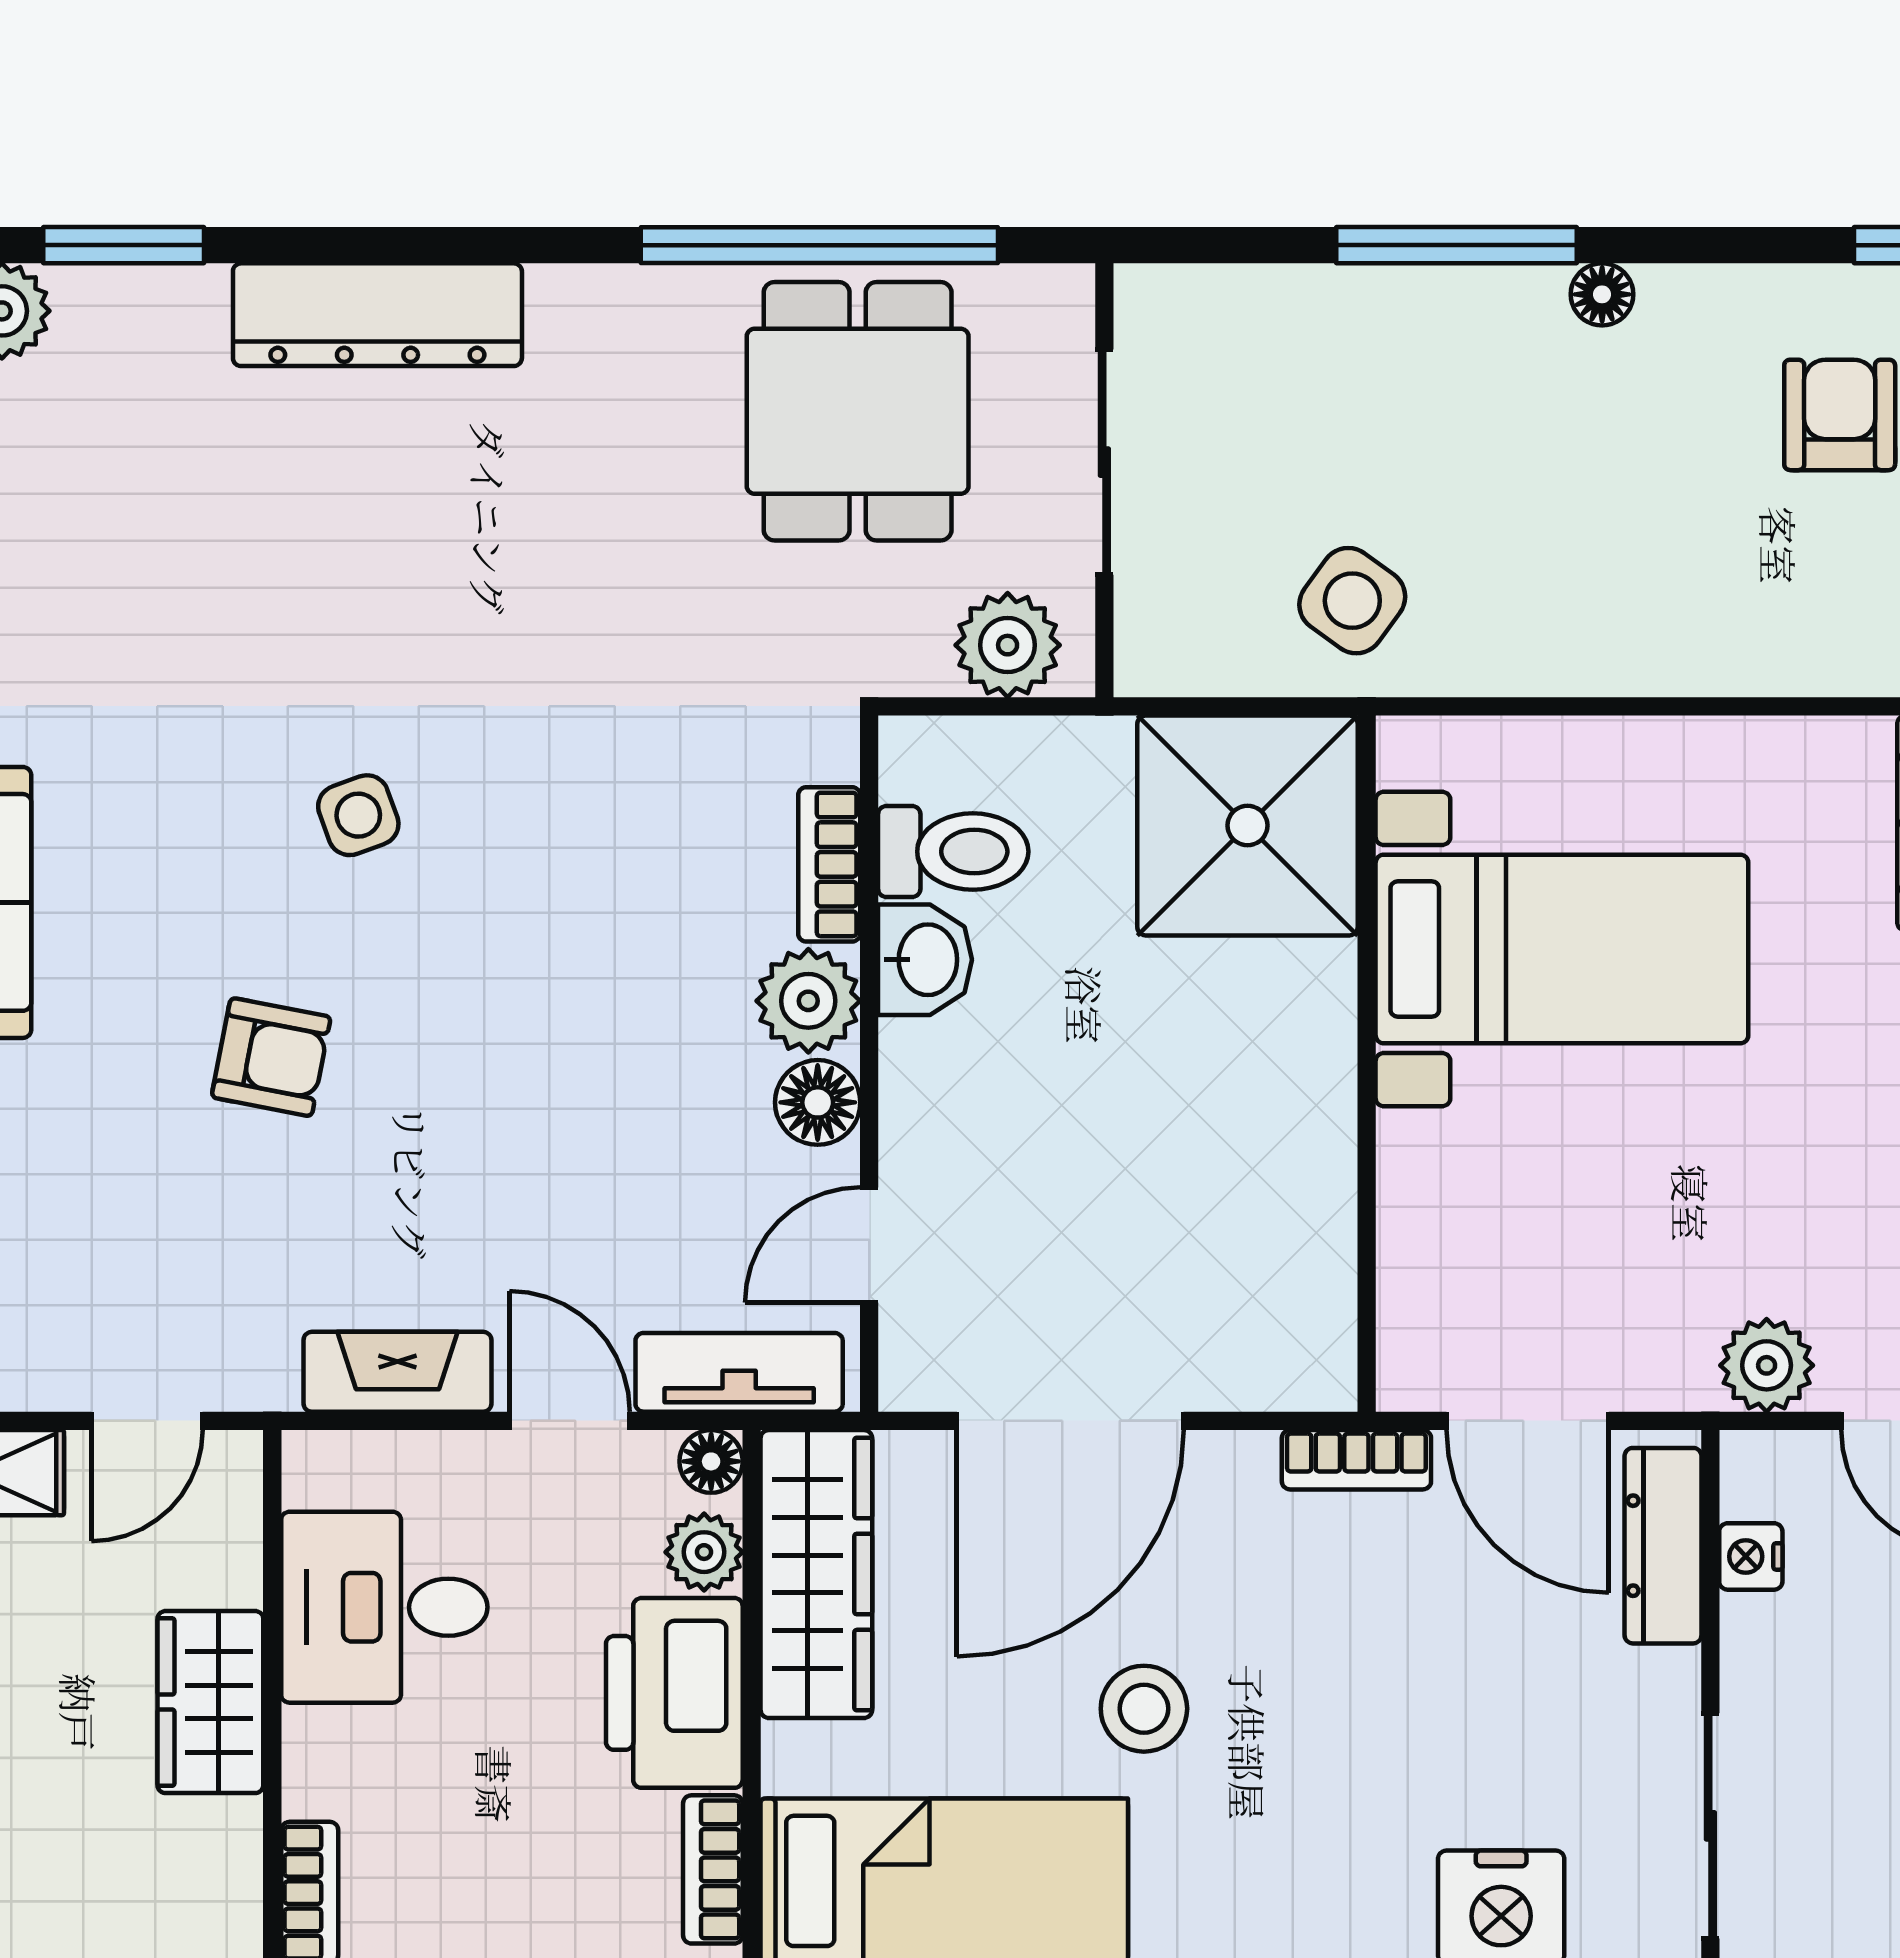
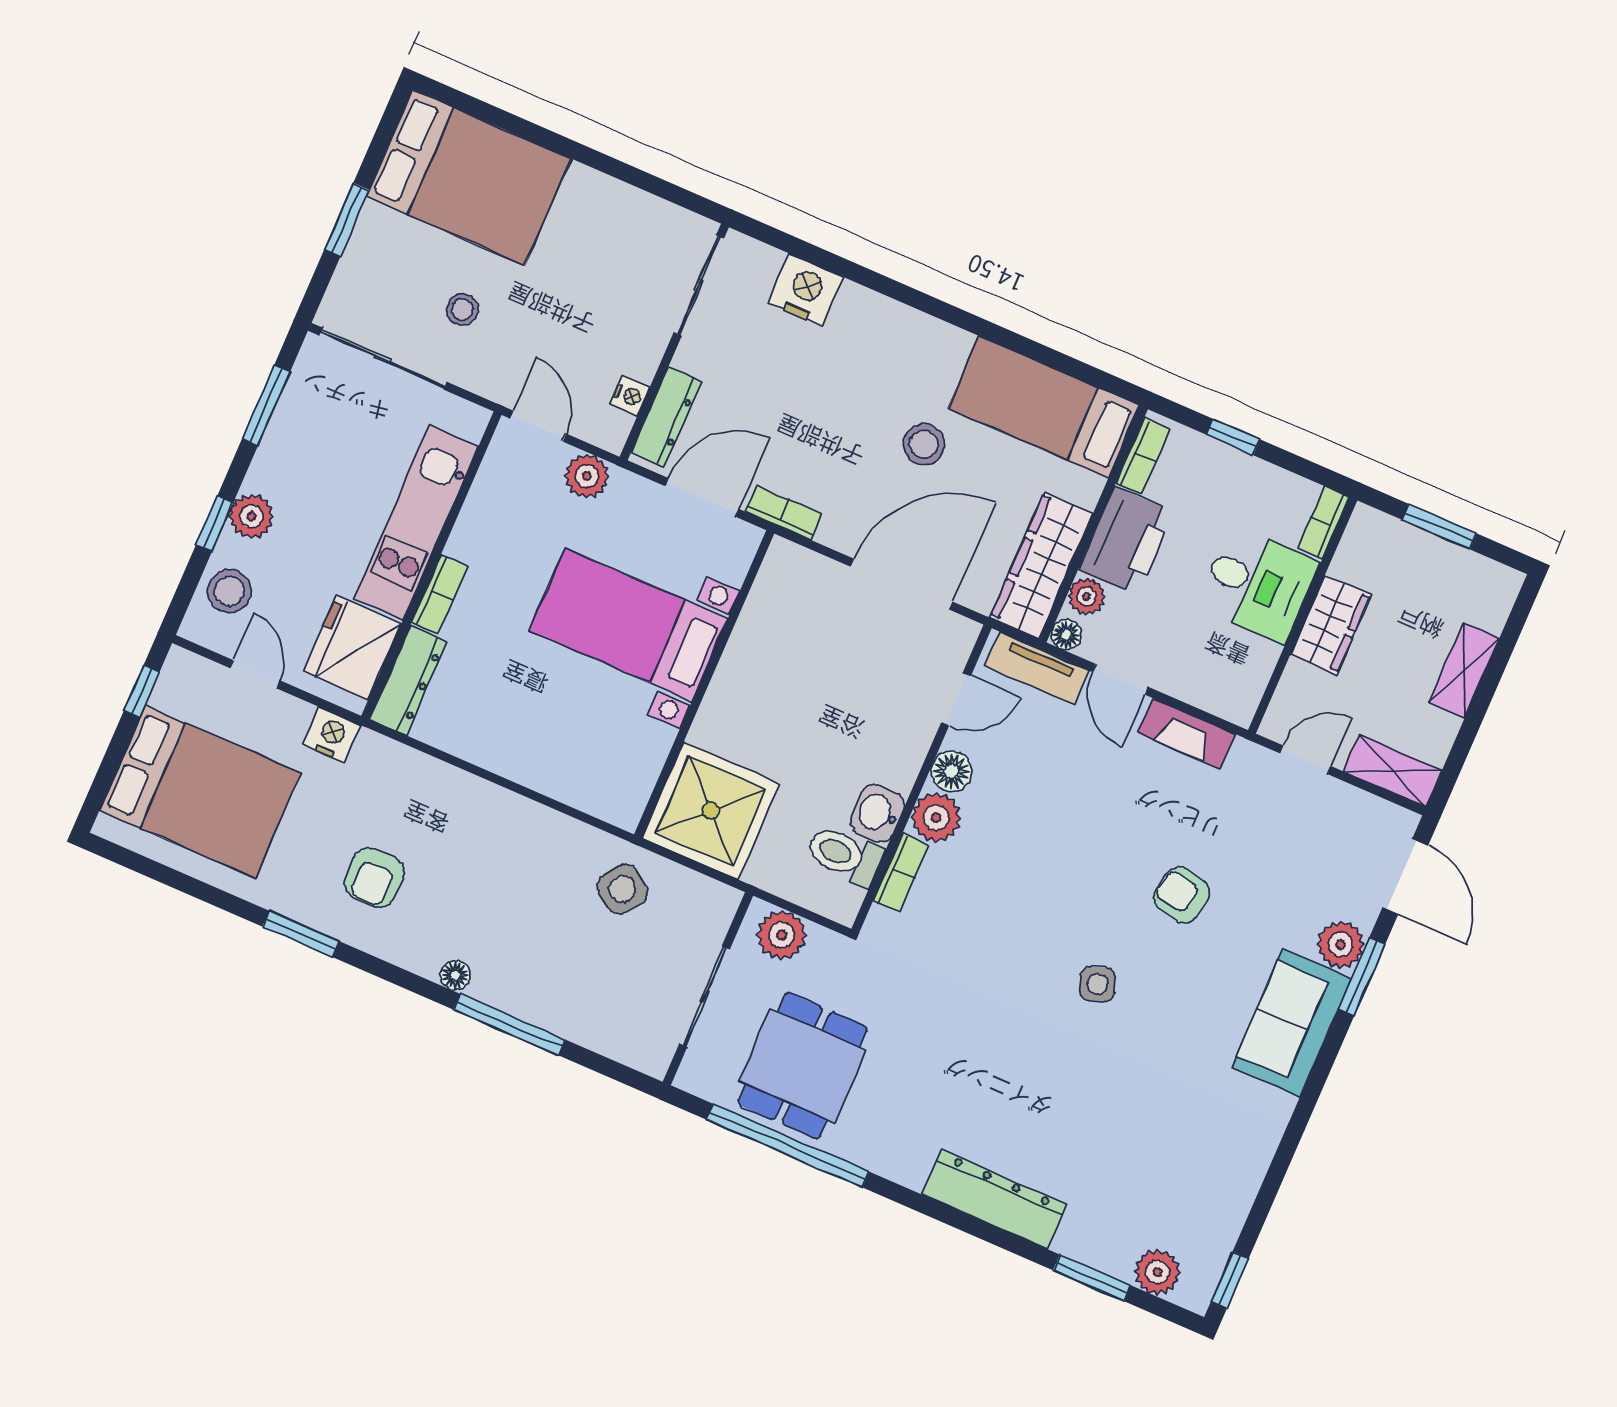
bed with nightstands: (1562, 949) -> (628, 625), moved
door: (1528, 1421) -> (702, 497), hinge flipped
desk: (384, 1607) -> (1258, 584), moved

